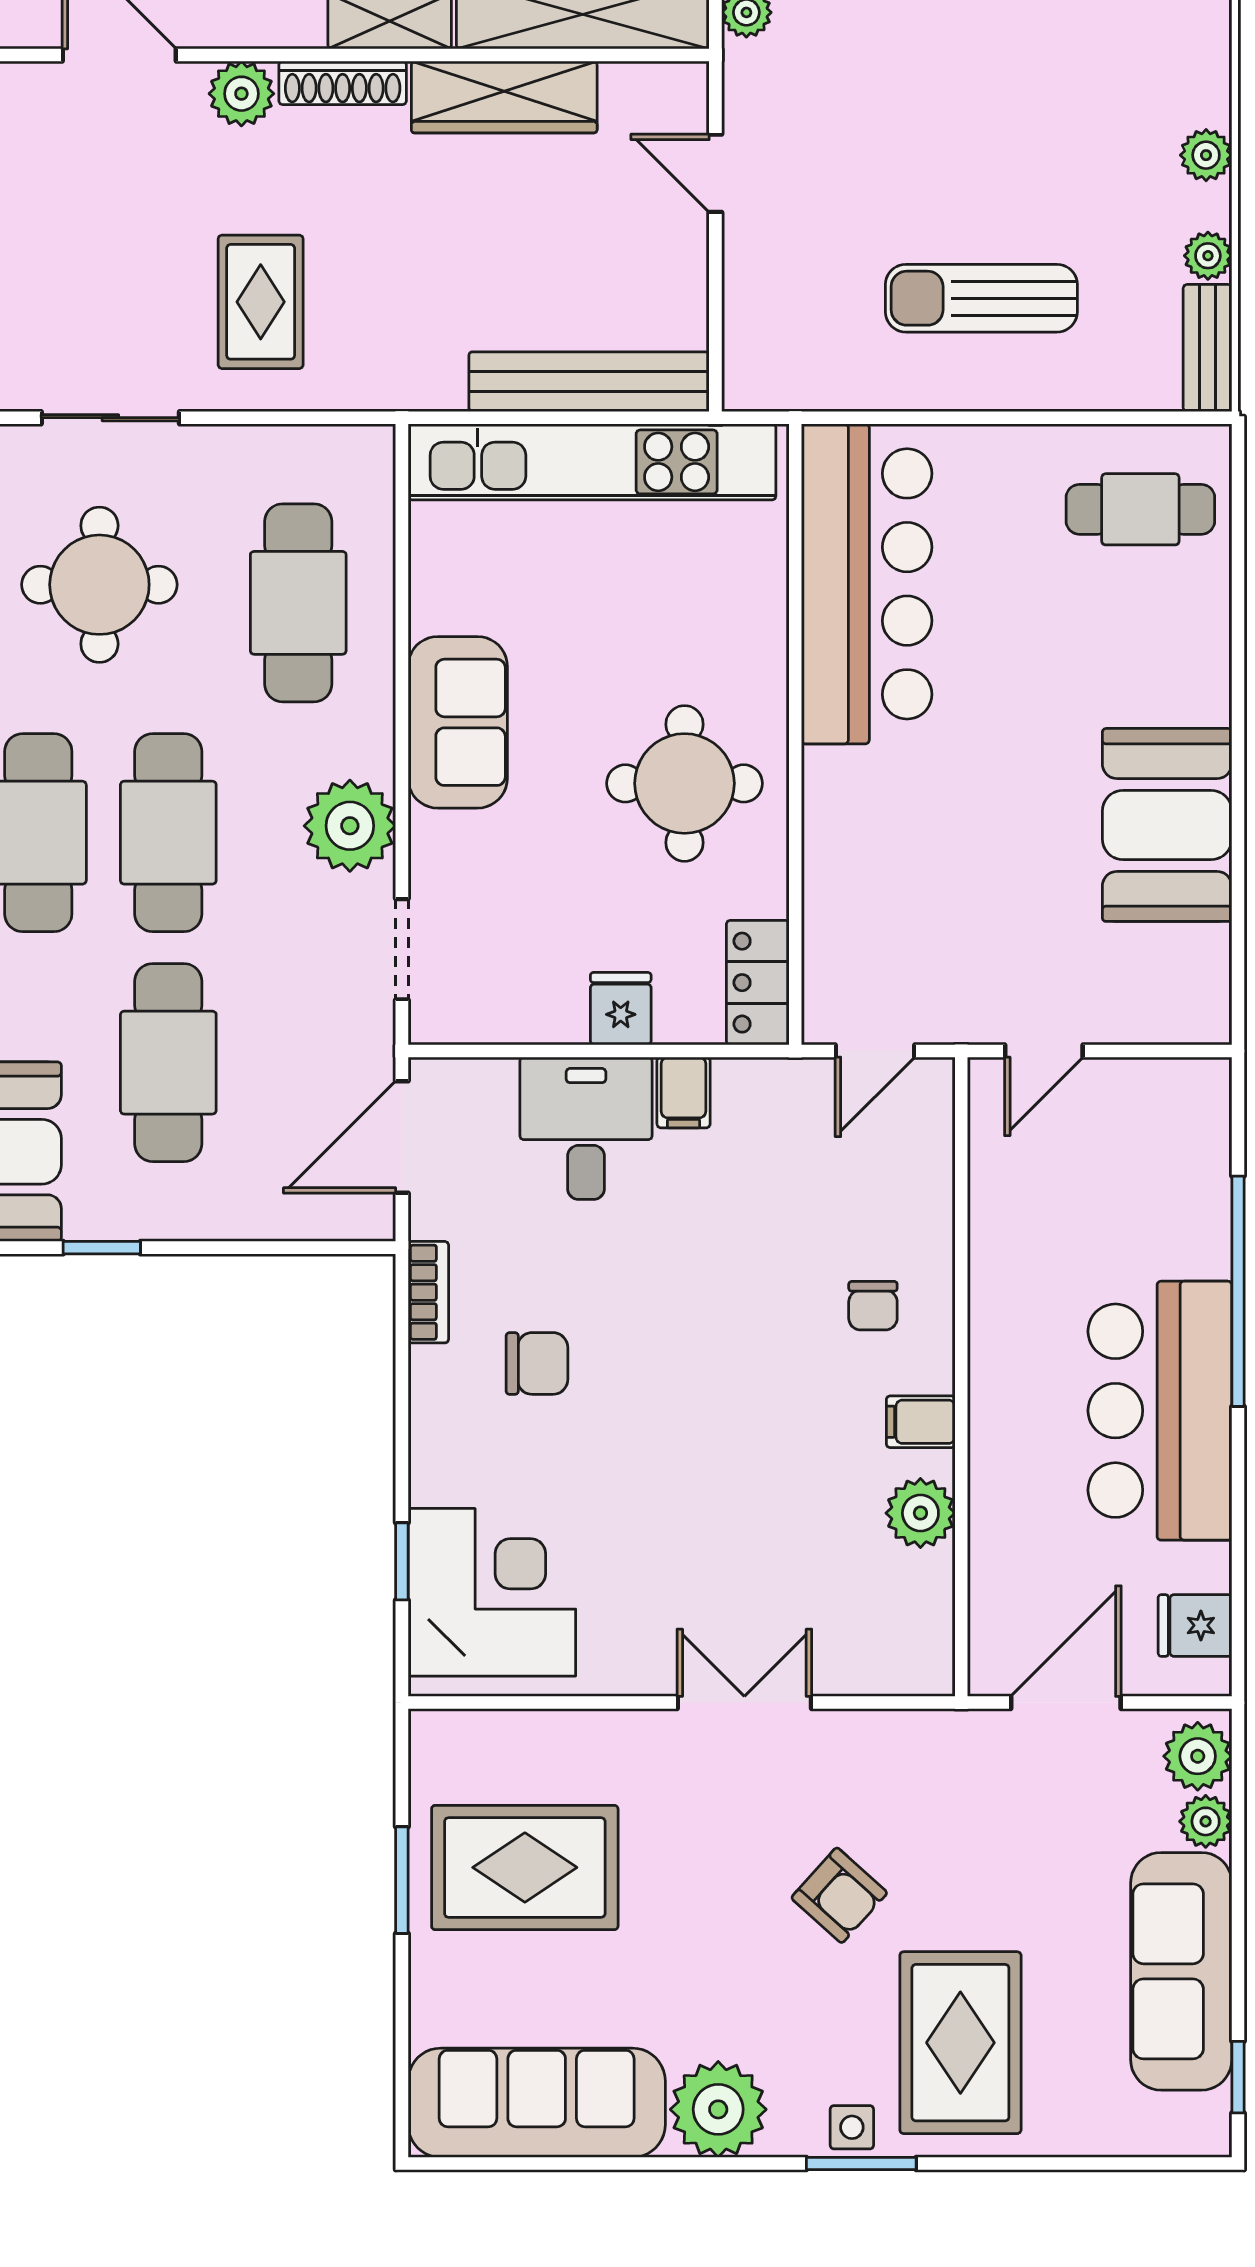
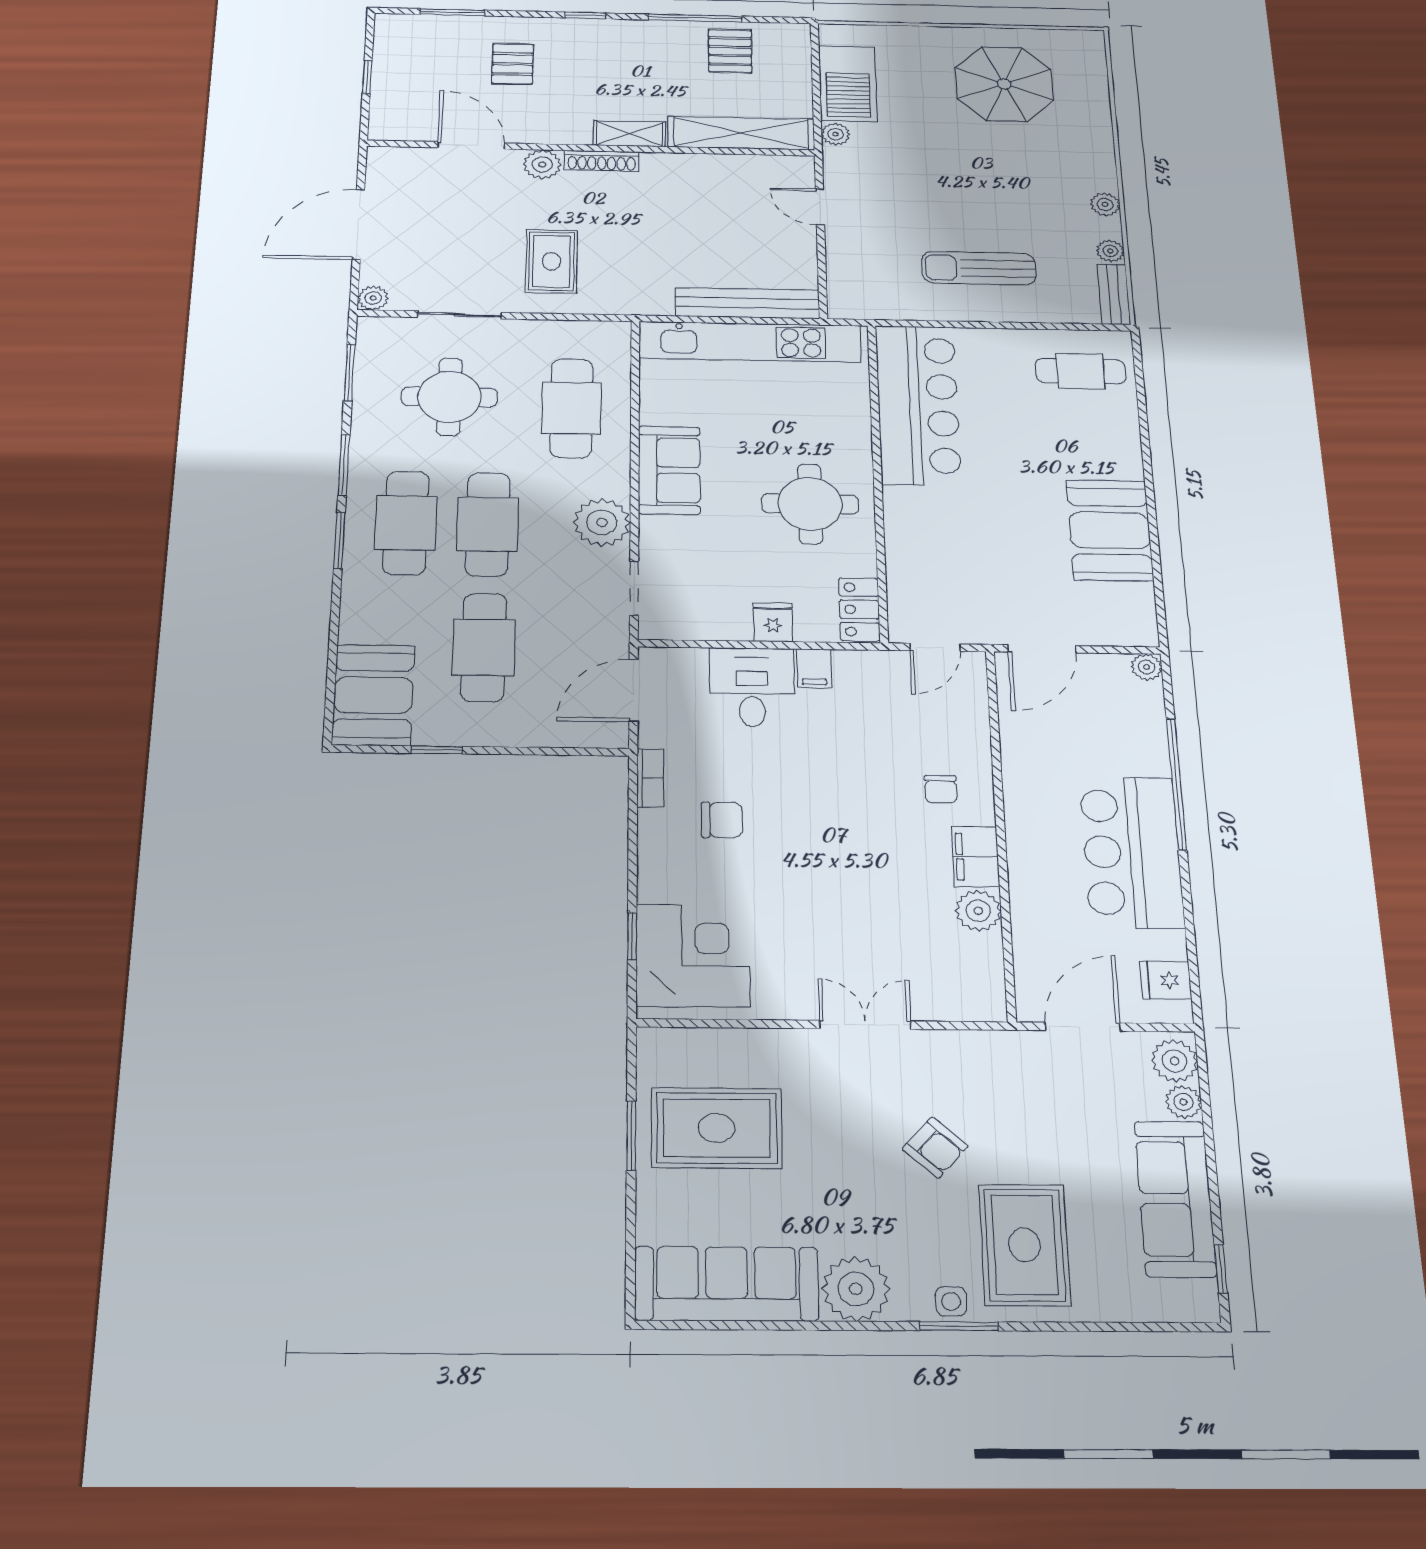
wardrobe: (504, 97) -> (696, 169), removed
door: (1044, 1051) -> (1042, 649), width x1.38
plant: (1207, 1082) -> (1146, 667), added
filing cabinet: (921, 1422) -> (975, 857), width x2.00

